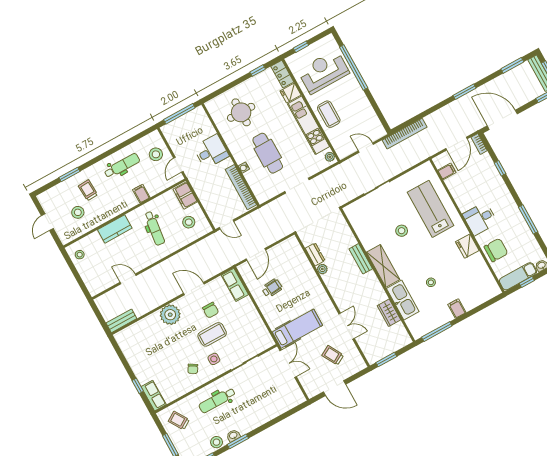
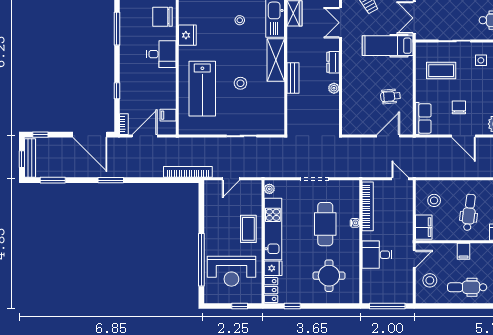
door: (366, 148) -> (231, 179), hinge flipped
dresser: (315, 254) -> (333, 62), moved
coffee table: (212, 334) -> (441, 71), moved

